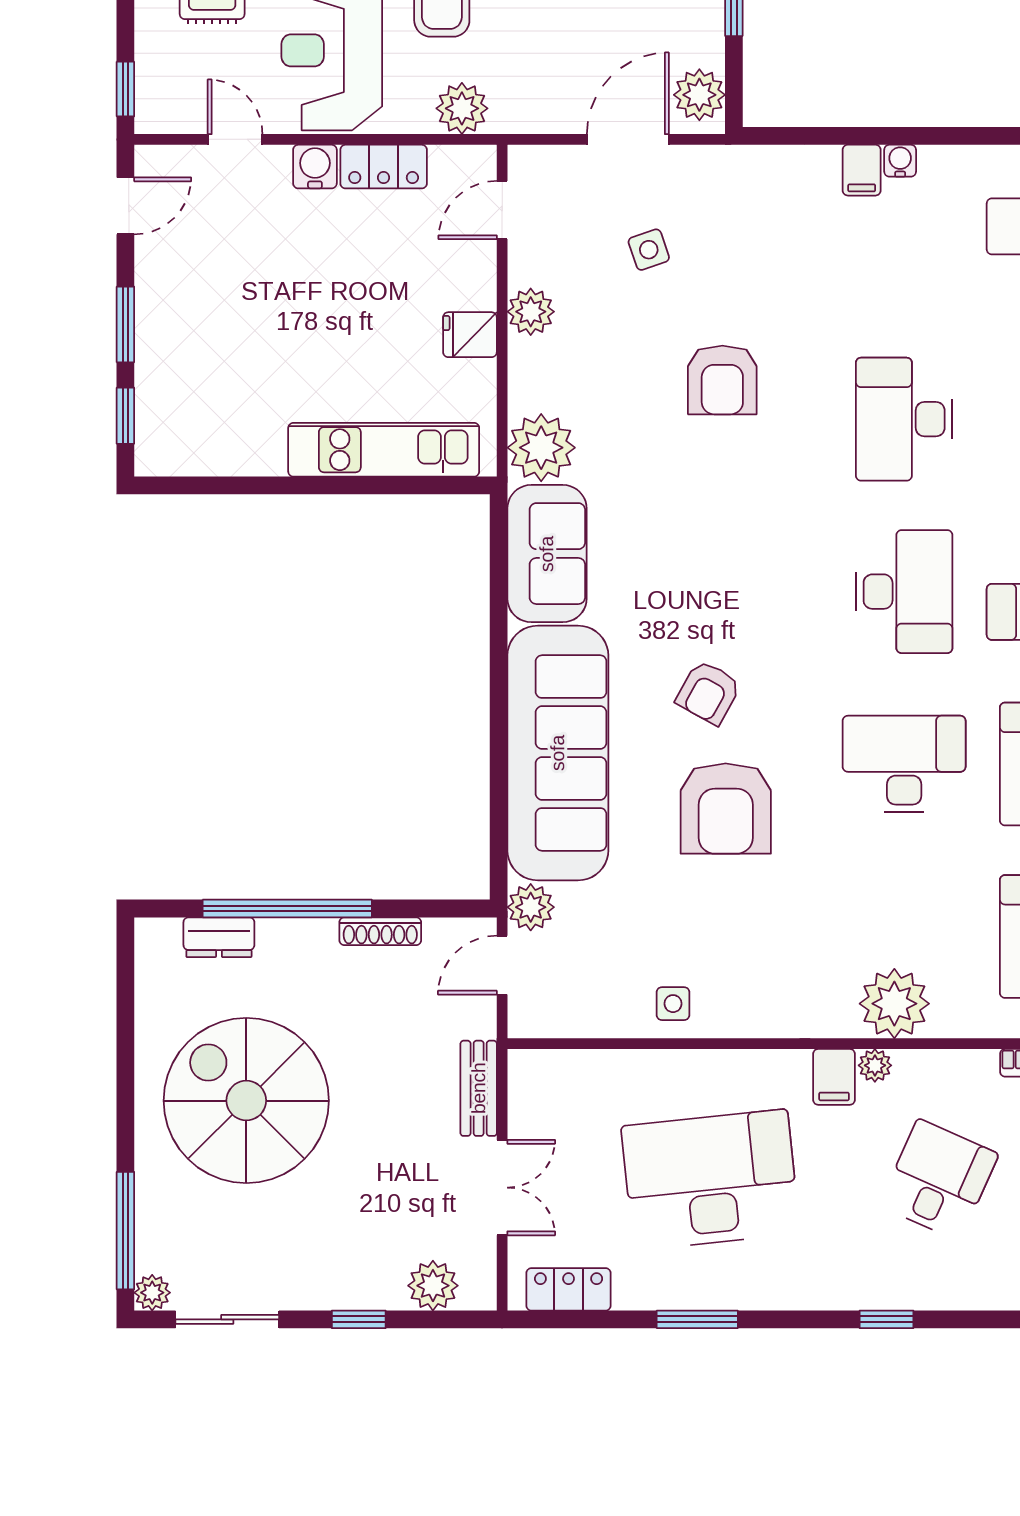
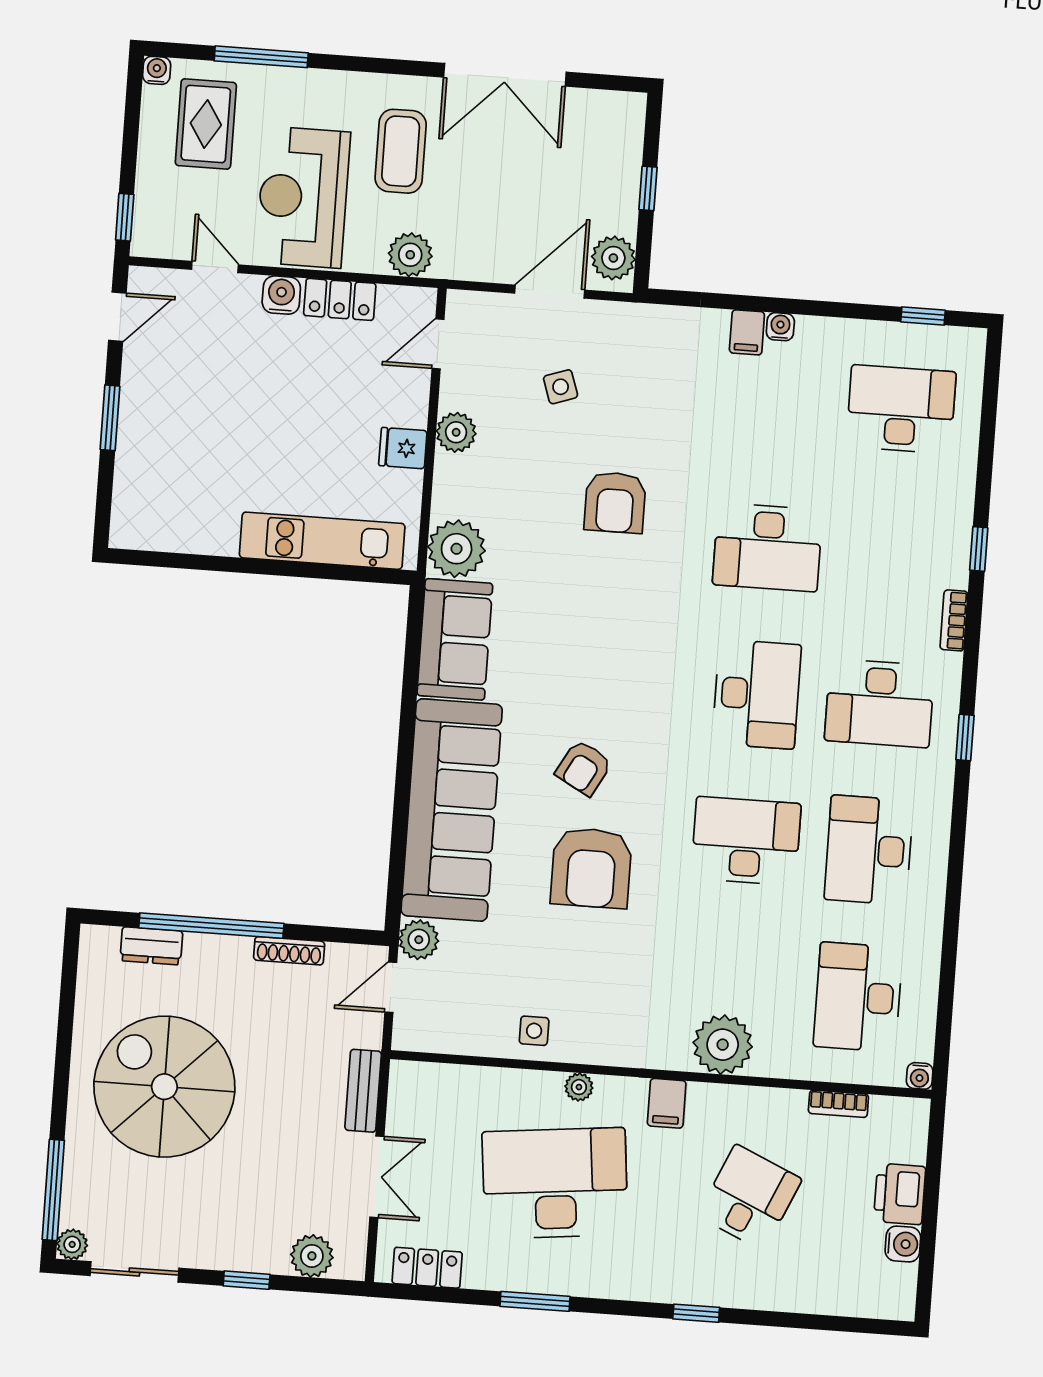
window: (125, 416) -> (104, 495), removed
desk: (904, 419) -> (768, 547), turned -90
plant: (875, 1065) -> (579, 1087), moved

